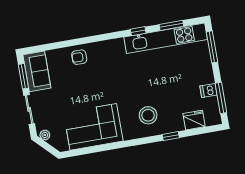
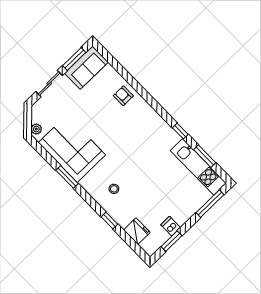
kitchen unit: (166, 38) -> (198, 167), width x0.73
window: (221, 98) -> (172, 241), width x0.69
stool: (148, 115) -> (114, 189), width x0.53, depth x0.53
plant: (45, 135) -> (36, 129), moved
window: (113, 146) -> (67, 177), added

